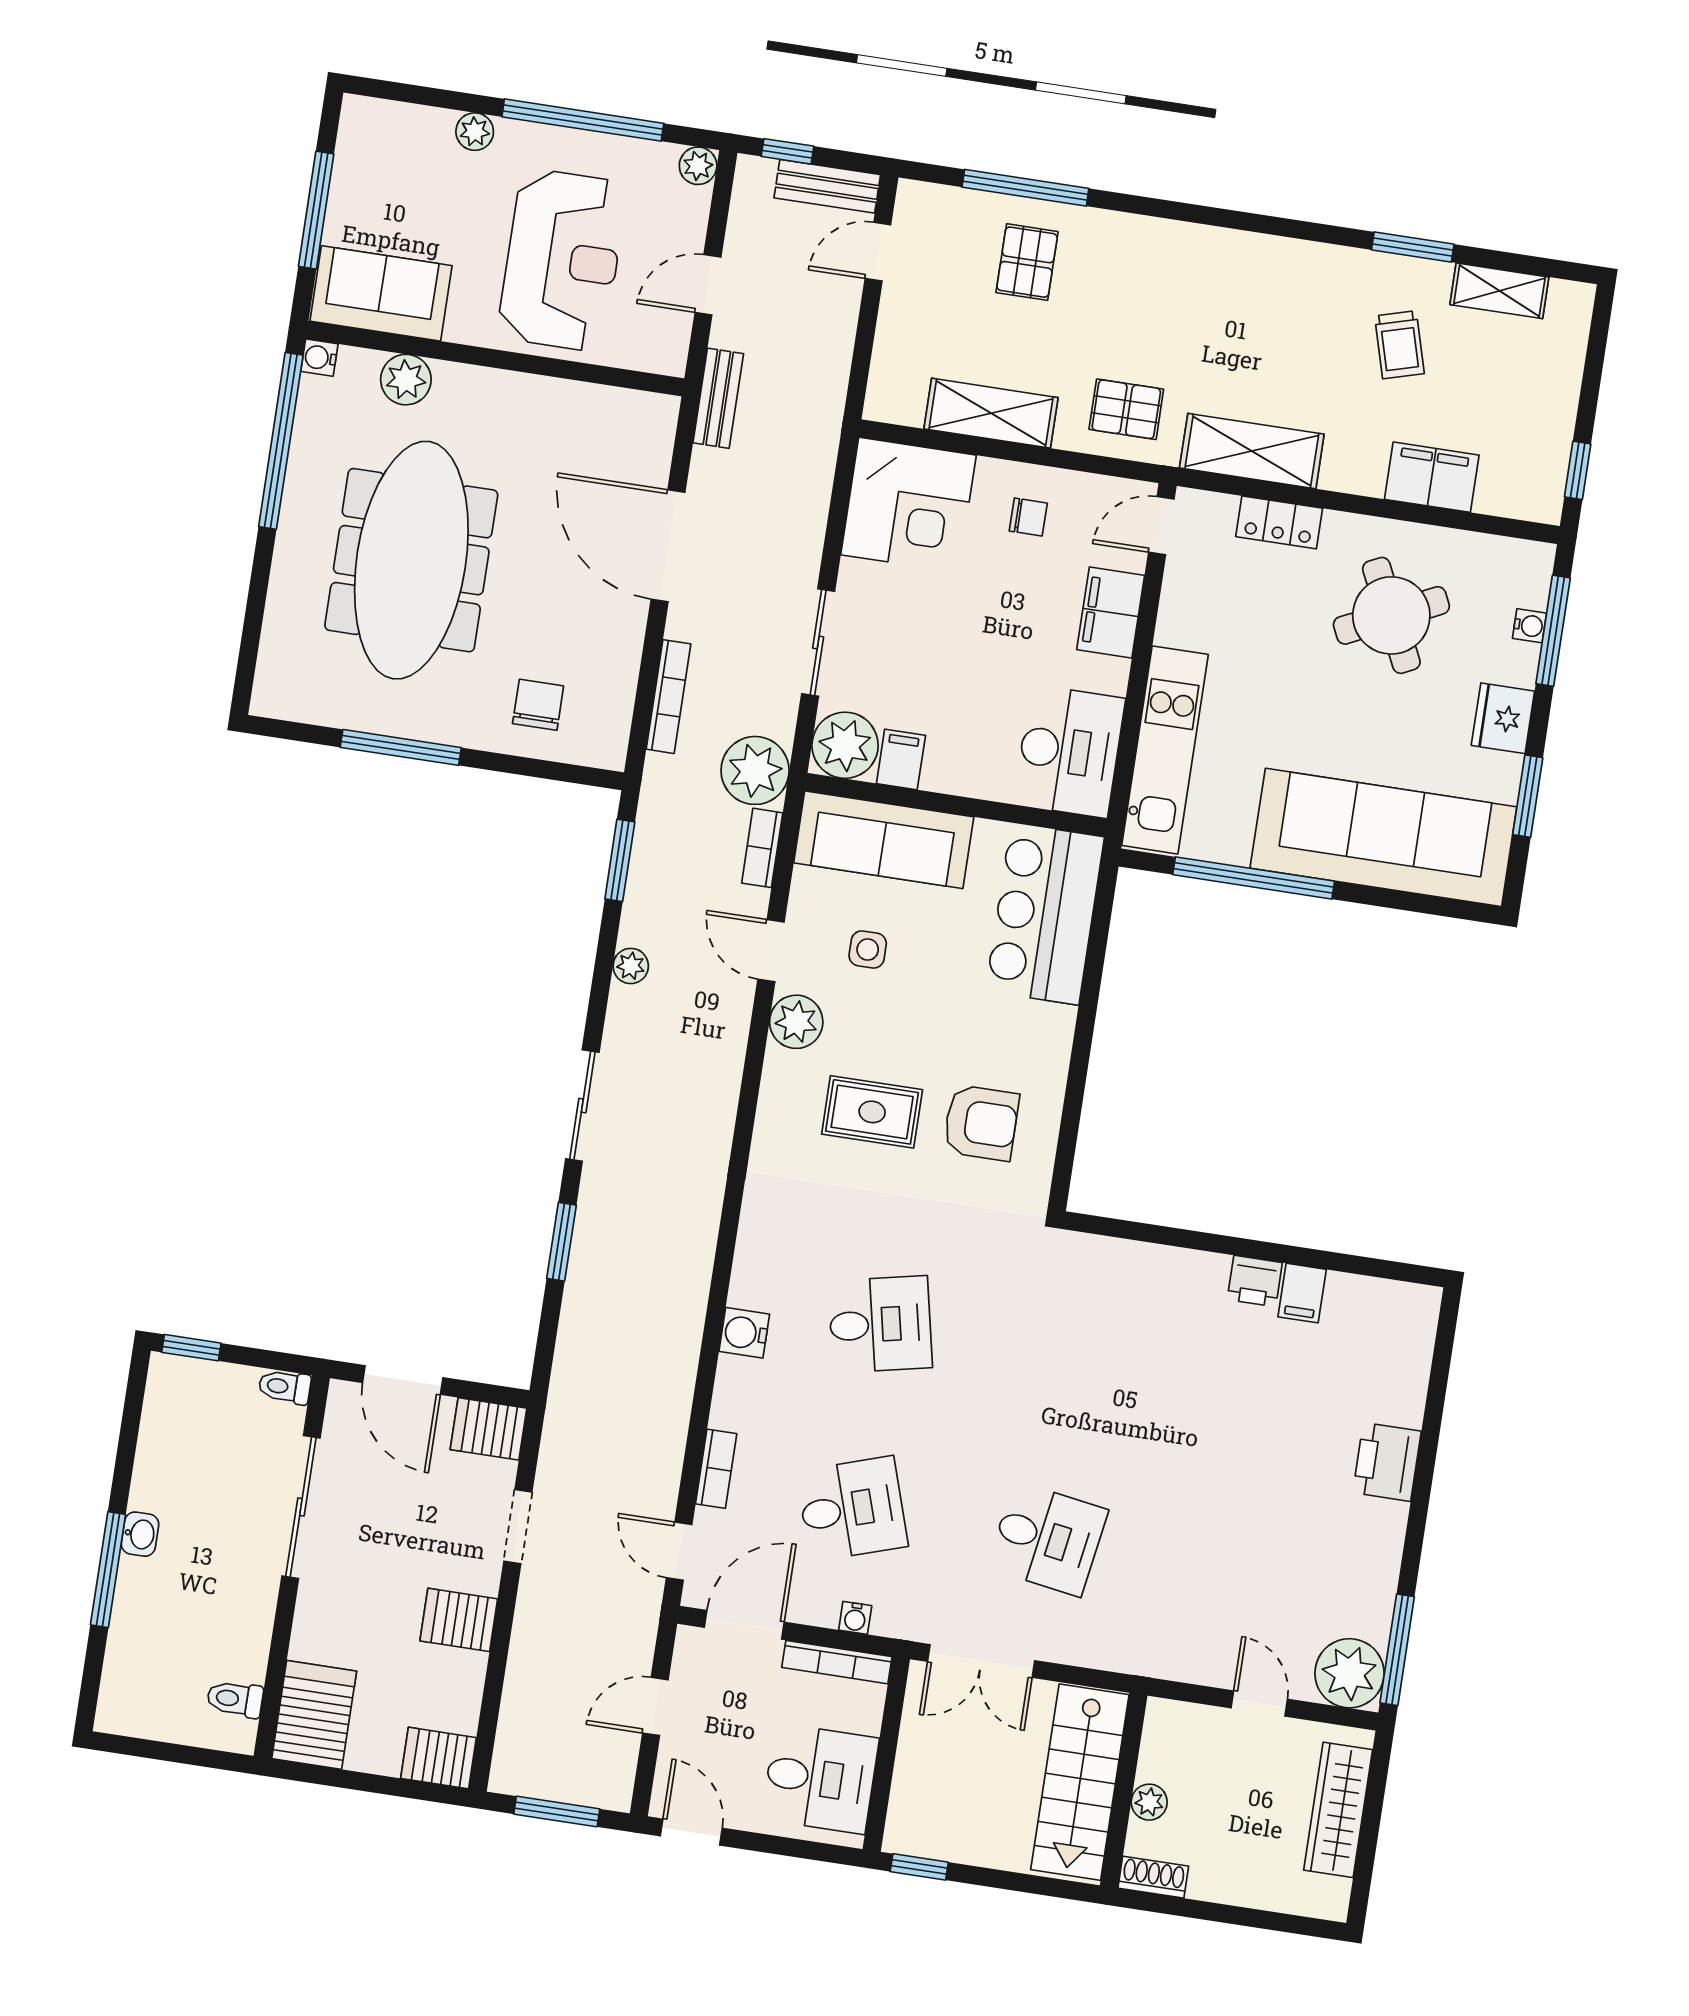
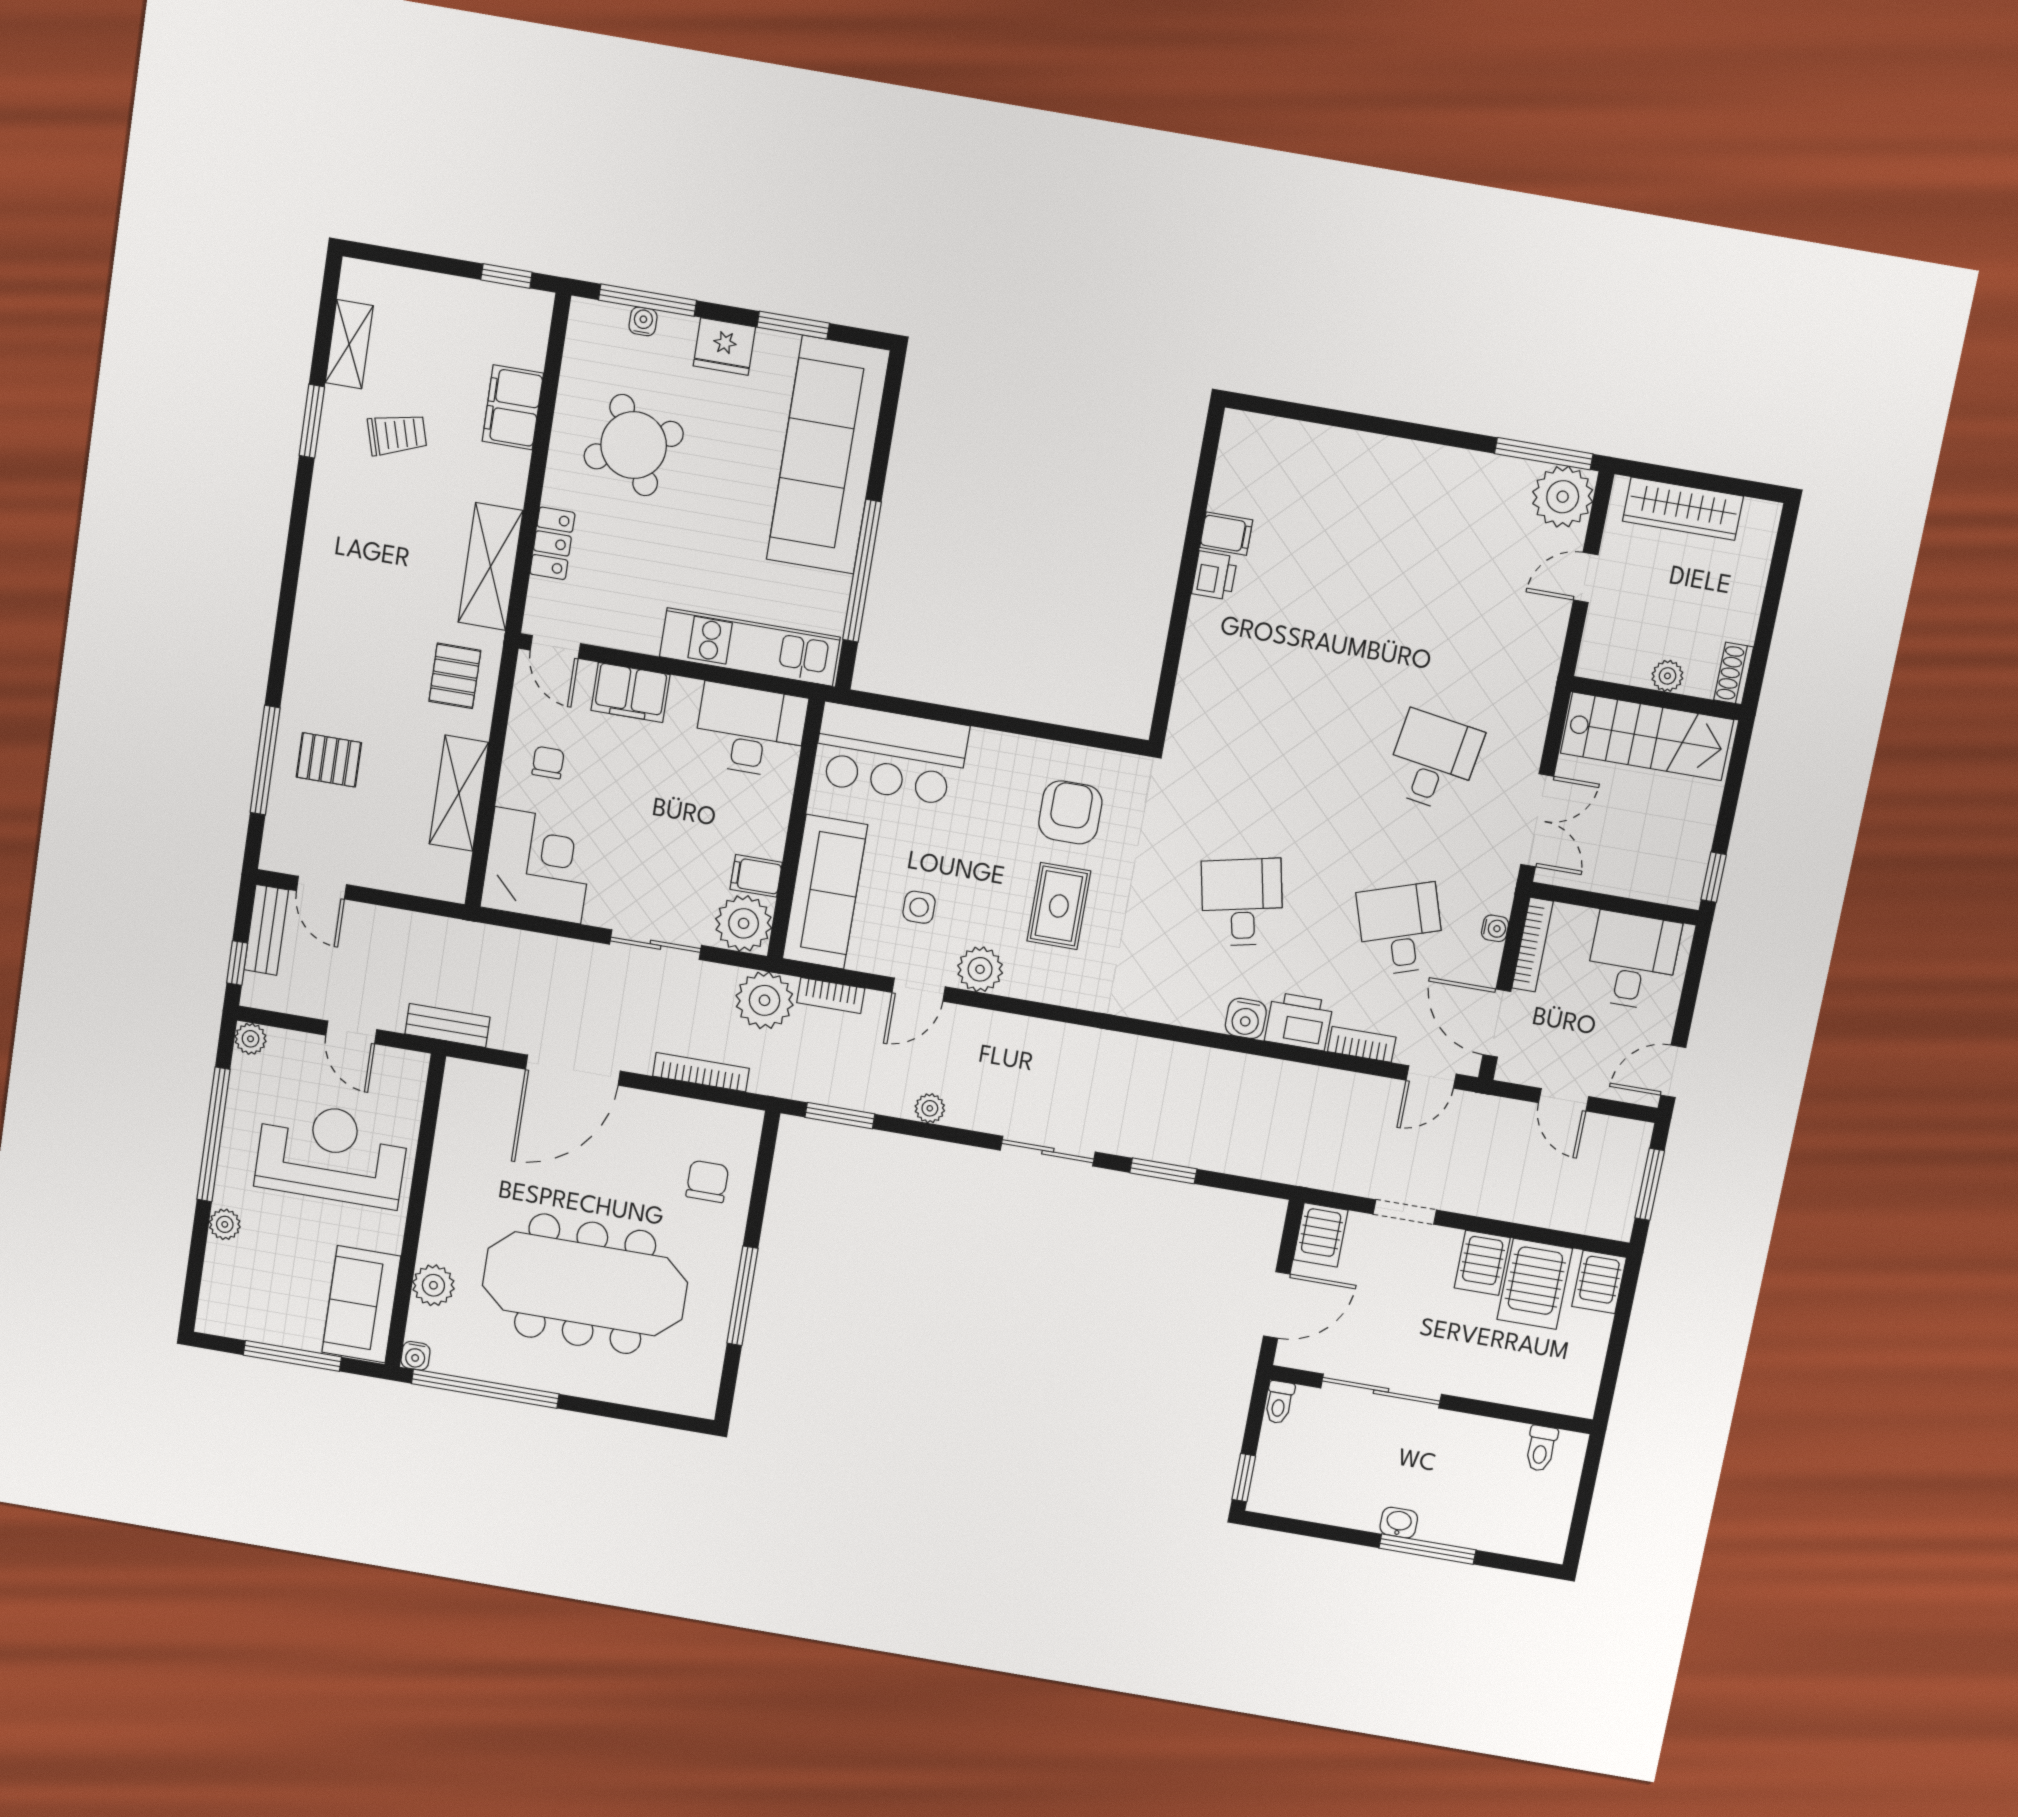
chair: (538, 705) -> (707, 1181), turned 90
printer: (1387, 1462) -> (1299, 1021), moved, turned 180
server rack: (314, 1715) -> (1535, 1284), moved, turned -90

